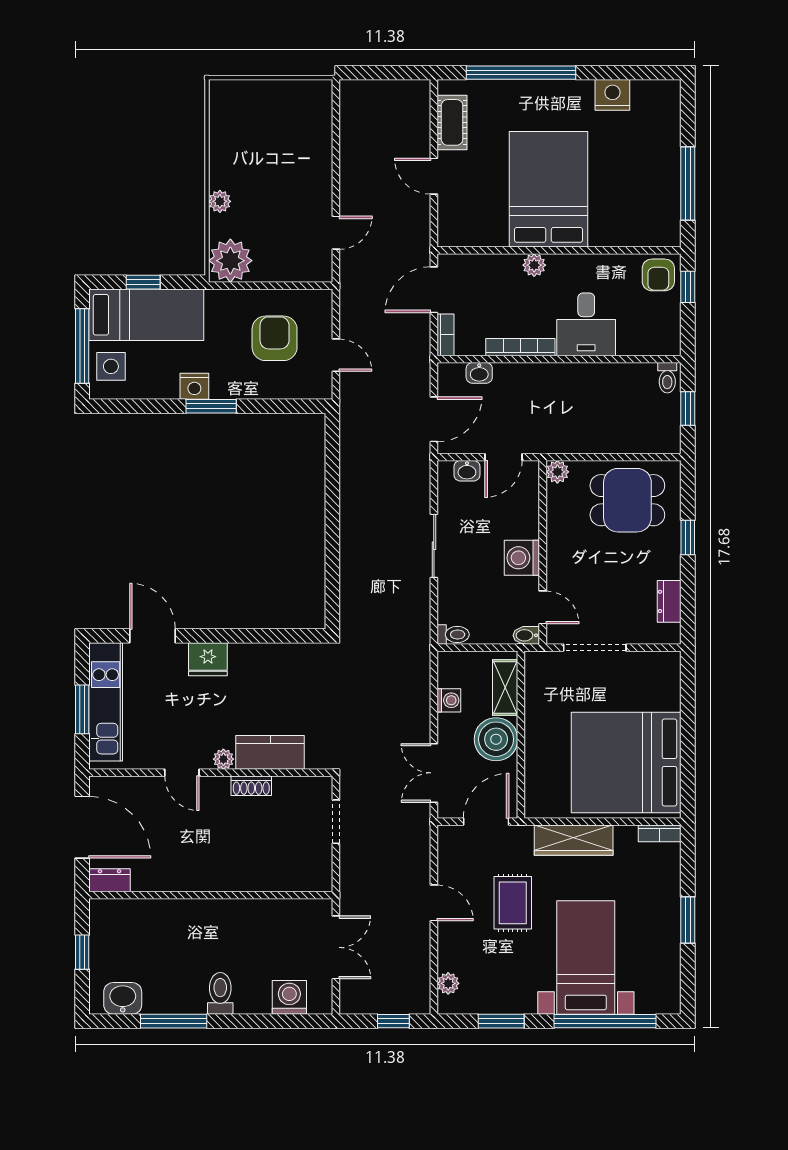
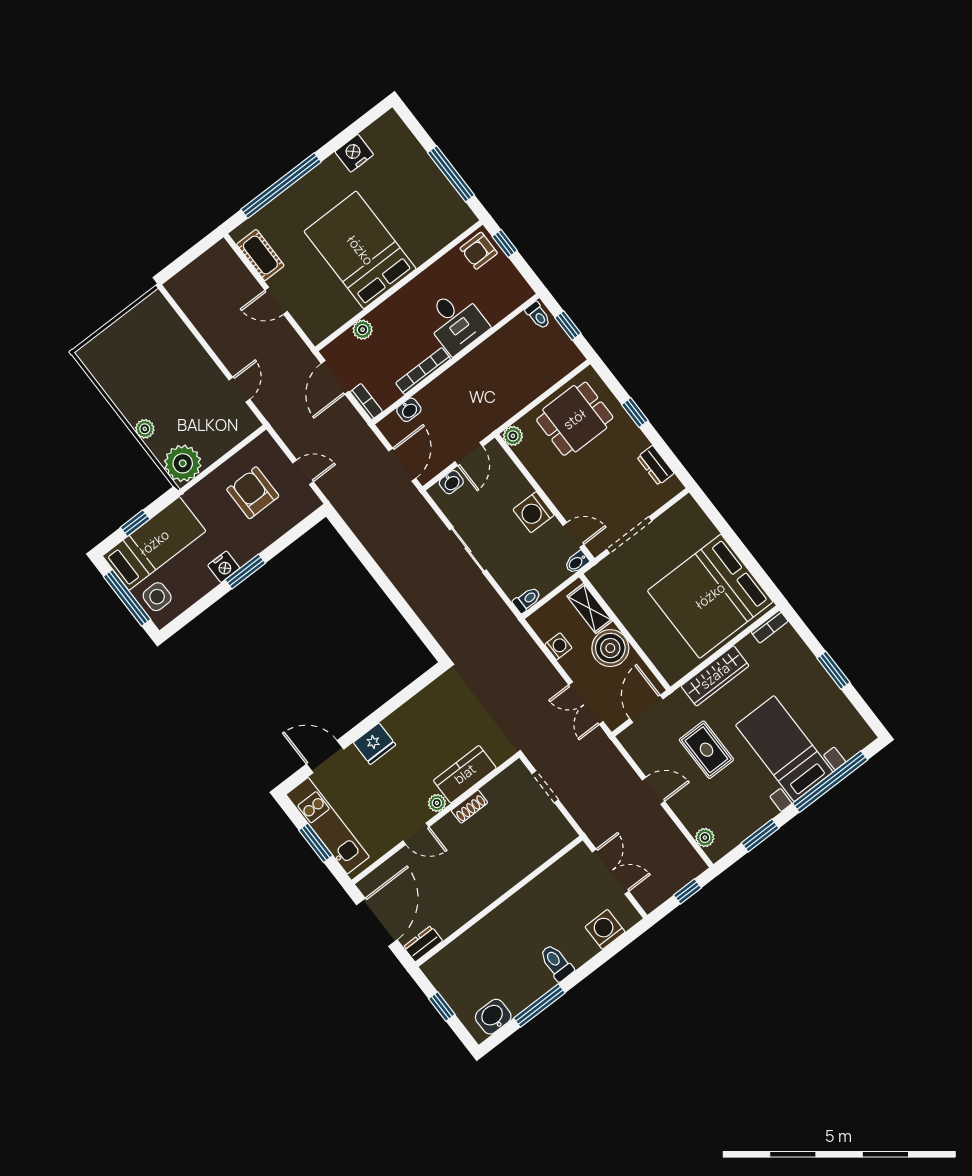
plant: (534, 265) -> (363, 330), moved
armchair: (658, 275) -> (479, 251), turned 90
door: (82, 827) -> (377, 922), hinge flipped

